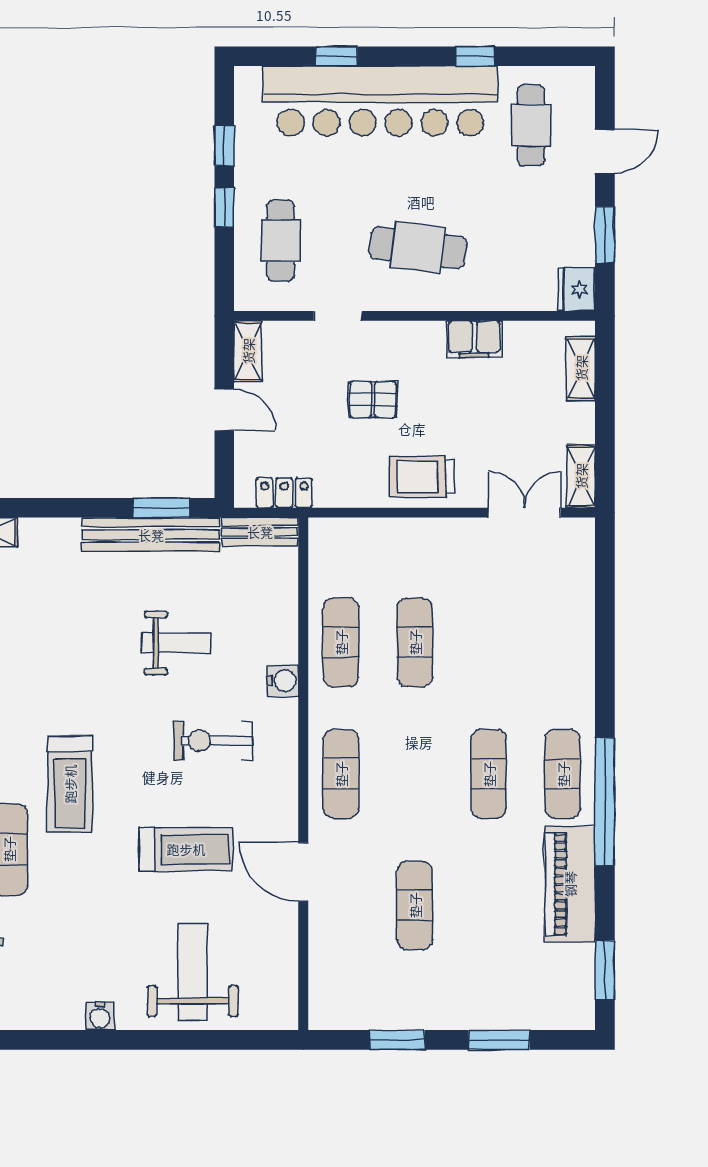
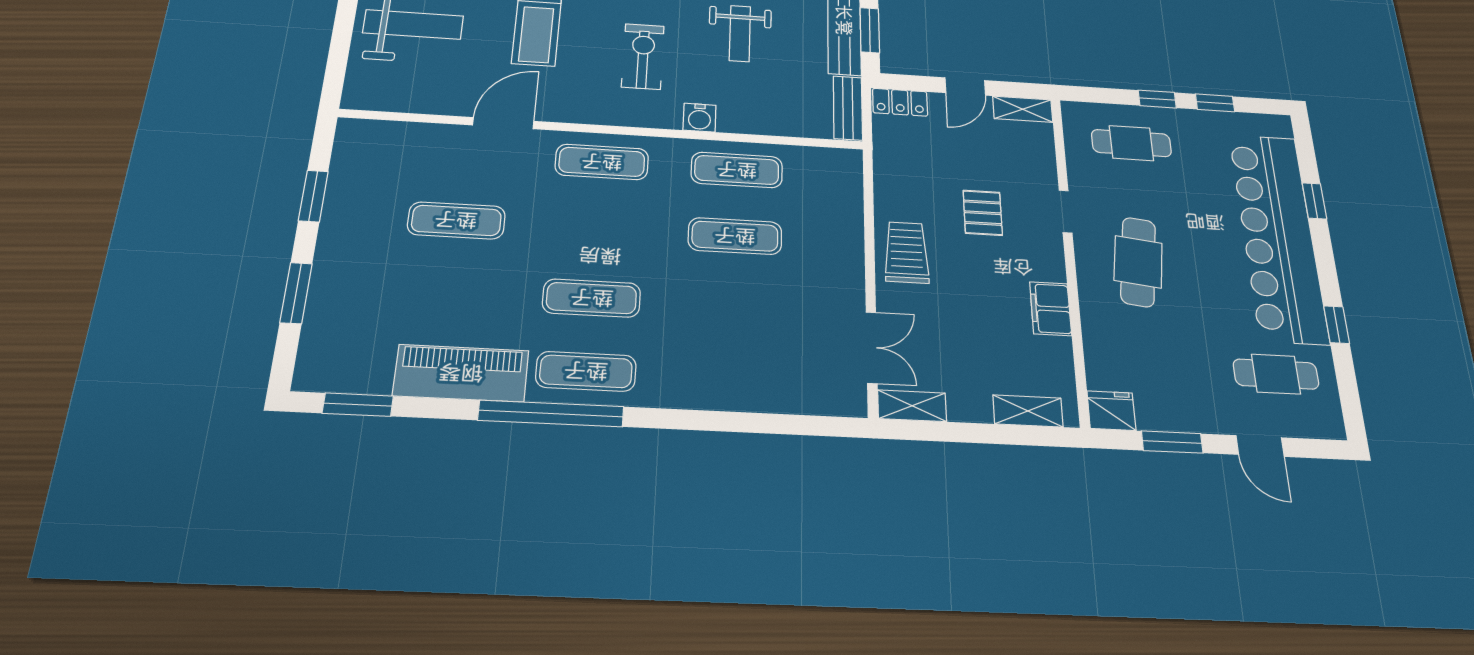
doorway: (338, 316) -> (1066, 212), moved
locker: (284, 493) -> (900, 102), moved, turned 90

